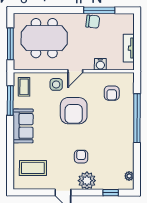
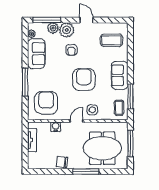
window: (99, 10) -> (86, 171), moved
armchair: (112, 93) -> (46, 103), width x1.88, depth x1.88
armchair: (74, 111) -> (84, 80), moved
window: (137, 118) -> (25, 82), width x0.68
sofa: (123, 152) -> (36, 54), added
plant: (103, 183) -> (53, 28), added
window: (111, 193) -> (47, 20), width x2.17

